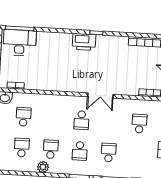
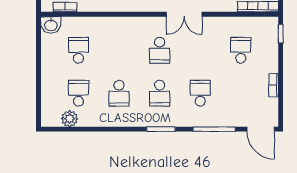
school desk: (51, 149) -> (119, 93), turned 180
plant: (43, 167) -> (70, 119), moved

